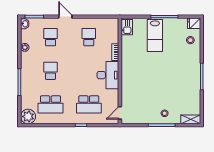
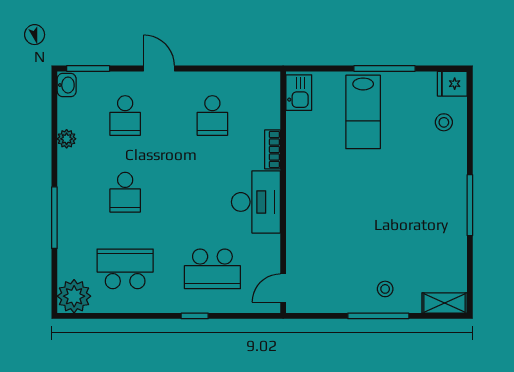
school desk: (50, 37) -> (125, 116), turned 180
school desk: (89, 37) -> (212, 116), turned 180
school desk: (50, 71) -> (125, 192), turned 180
school desk: (50, 104) -> (125, 269), turned 180

